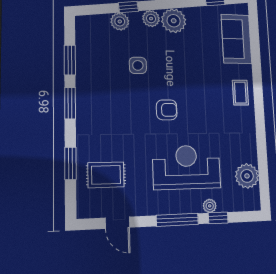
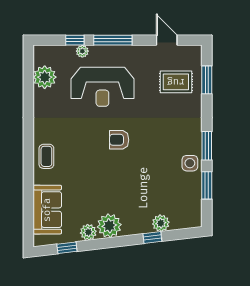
plant: (151, 19) -> (88, 232), moved
side table: (138, 65) -> (190, 163), moved
window: (70, 163) -> (207, 80), moved

